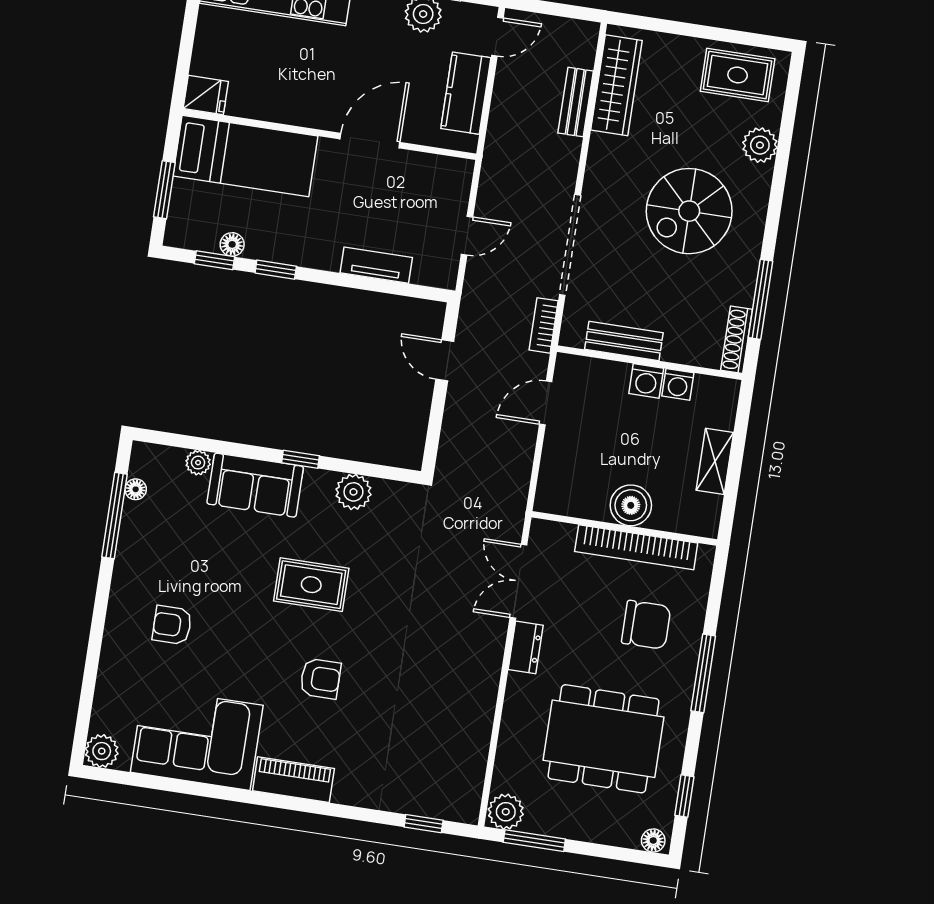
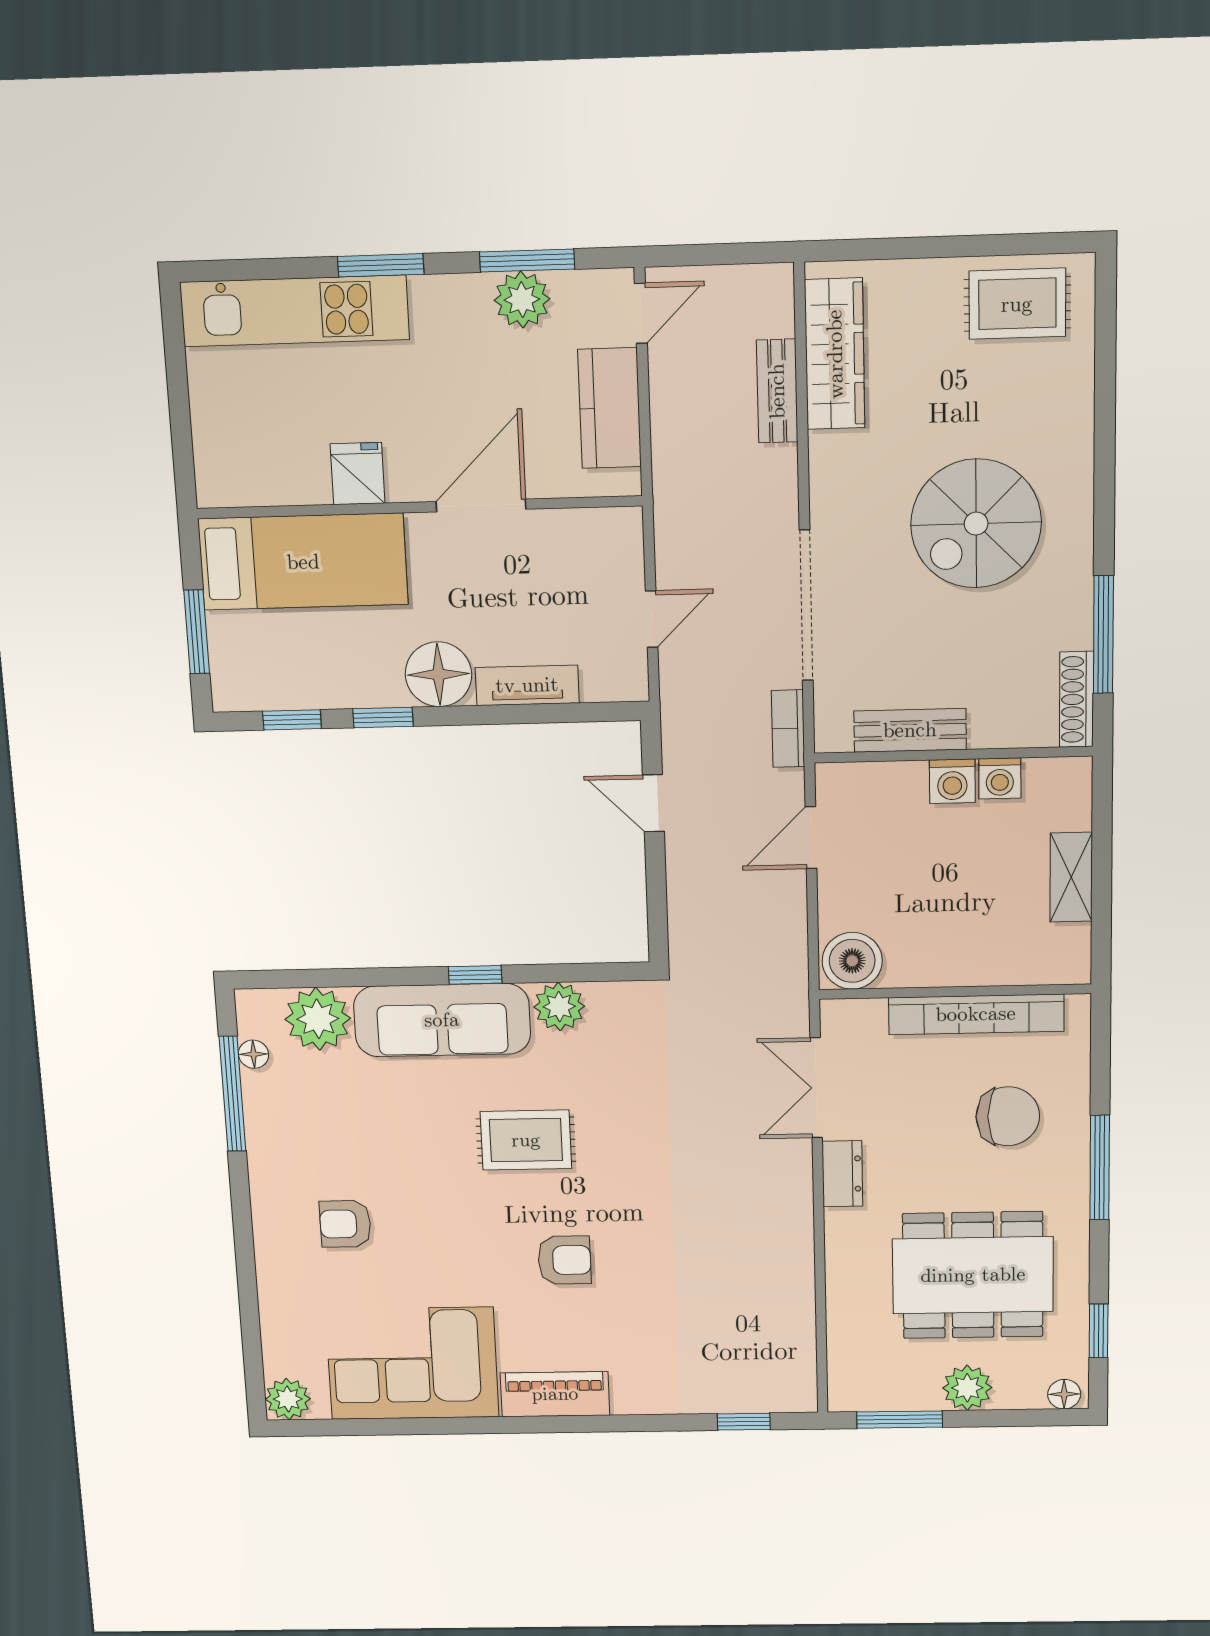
fridge: (206, 95) -> (358, 474), moved, turned -90
plant: (760, 145) -> (1068, 405), removed
floor lamp: (232, 244) -> (439, 674), moved, width x1.89, depth x1.89
plant: (198, 463) -> (318, 1019), width x1.88, depth x1.88
sofa: (255, 485) -> (442, 1020), width x1.36
boiler: (631, 505) -> (852, 961), moved
plant: (506, 812) -> (967, 1388), moved

